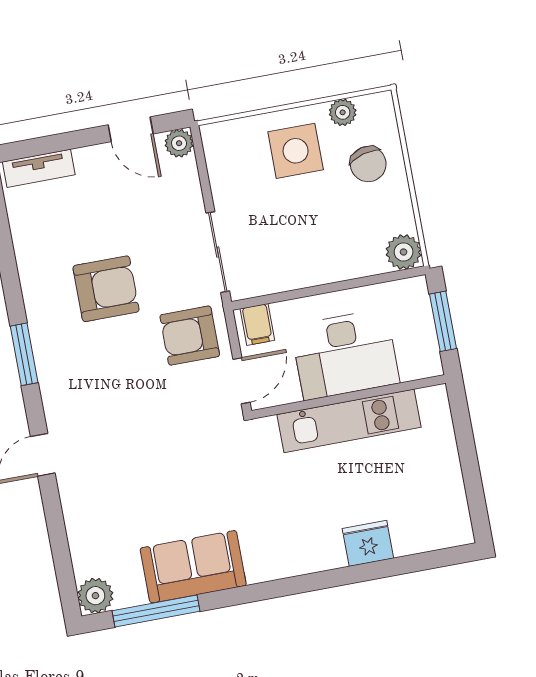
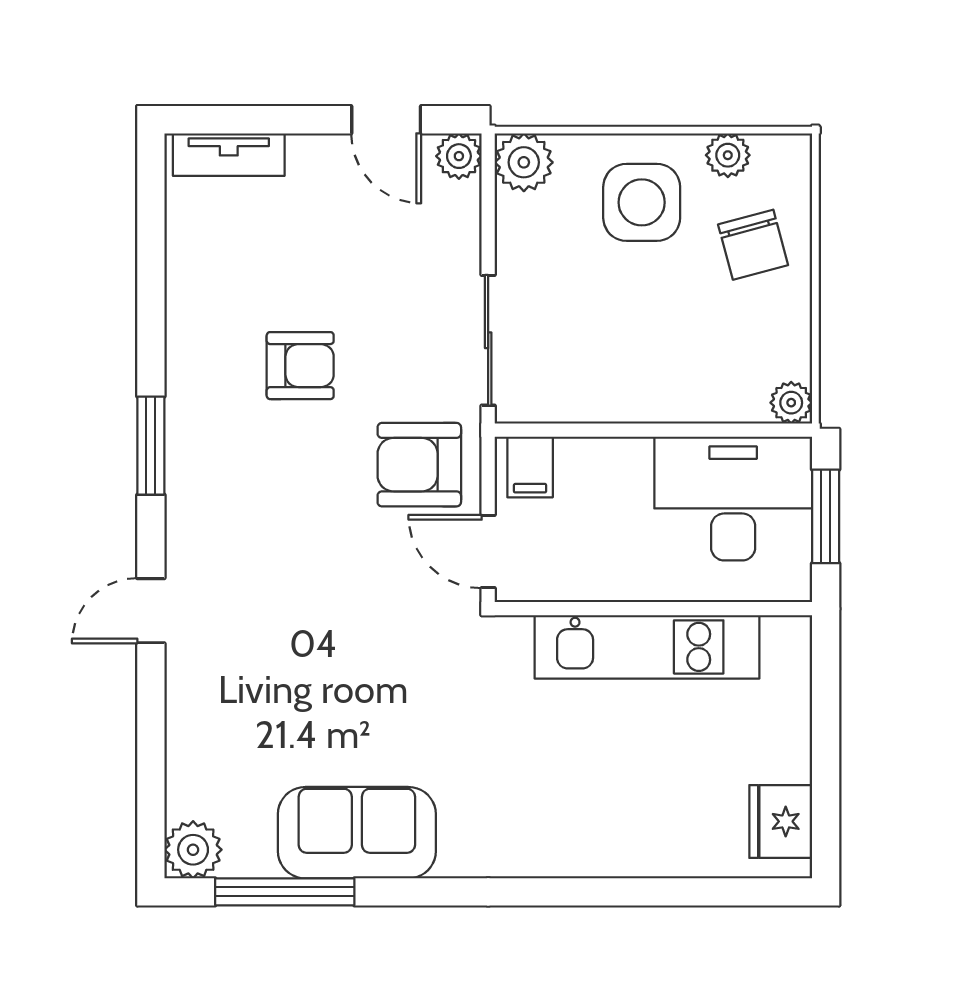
plant: (219, 140) -> (524, 162), added
plant: (404, 252) -> (791, 403), width x0.73, depth x0.73
armchair: (106, 289) -> (300, 366), width x0.72, depth x0.72
desk: (345, 354) -> (733, 498), moved, turned 180
door: (242, 381) -> (488, 552), swing flipped
fridge: (368, 543) -> (781, 821), moved, turned -90

